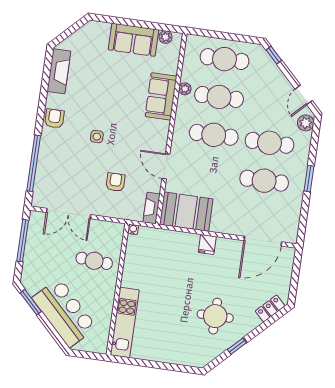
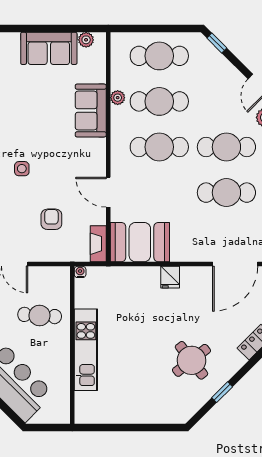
round table: (215, 316) -> (191, 360), turned -38
kitchen unit: (125, 322) -> (86, 350), moved

